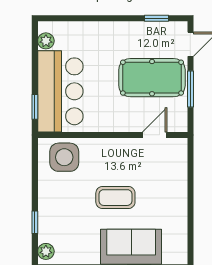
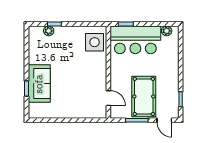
coffee table: (115, 198) -> (70, 74), removed
plant: (46, 251) -> (49, 31), moved

